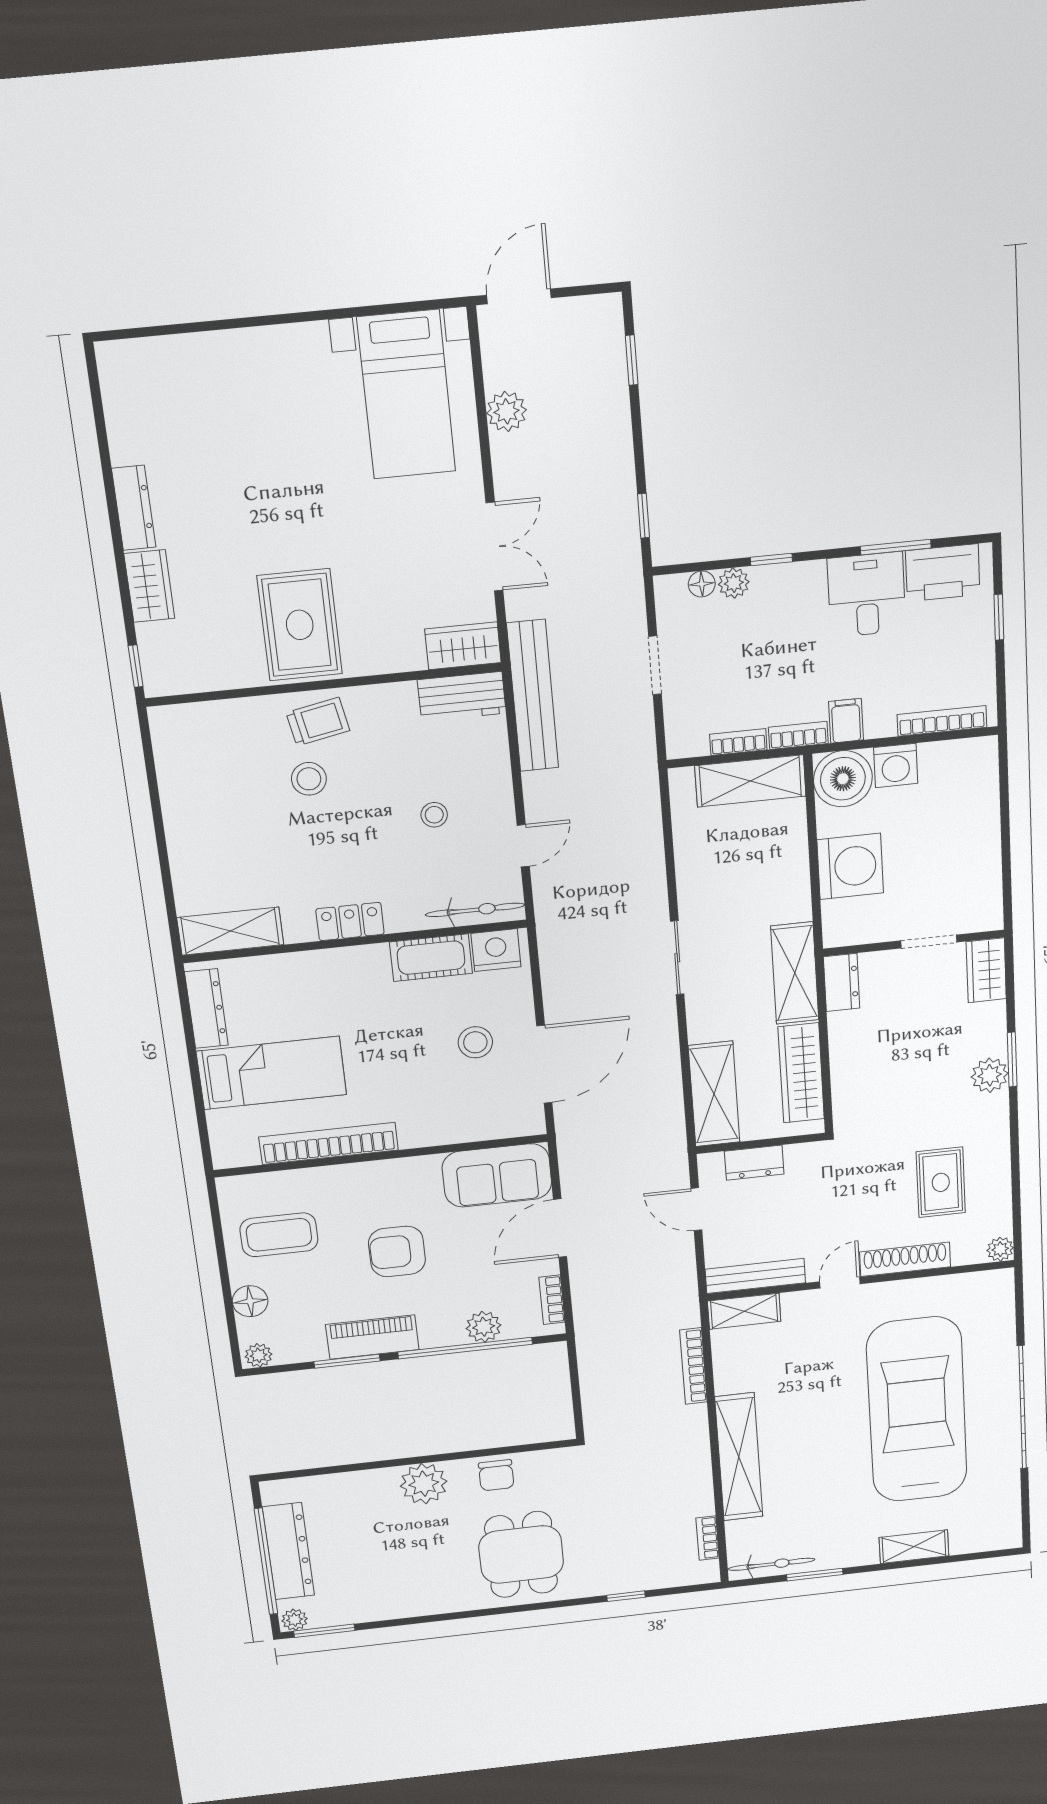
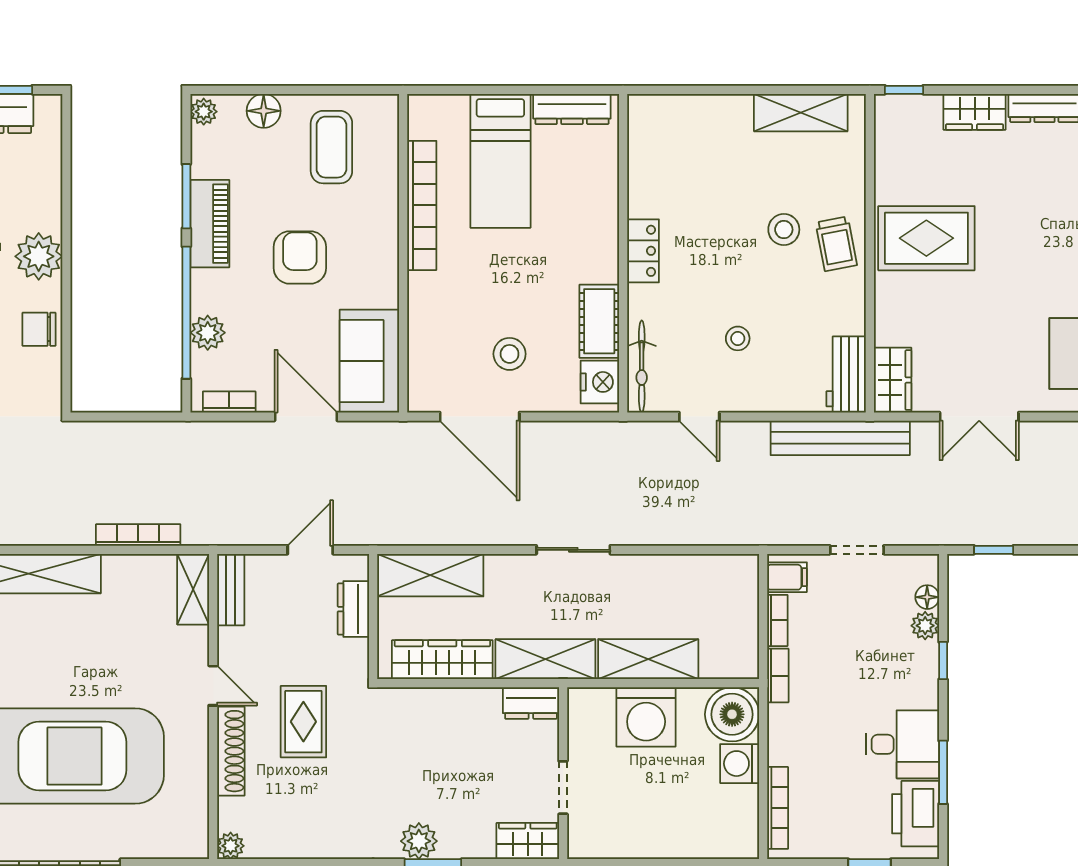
filing cabinet: (846, 721) -> (787, 577), moved
shelving: (750, 781) -> (648, 659), moved, turned 90
shelving: (230, 931) -> (801, 113), moved, turned 90
rug: (941, 1182) -> (303, 722), moved, turned 90
bench: (755, 1276) -> (231, 590), width x0.73

